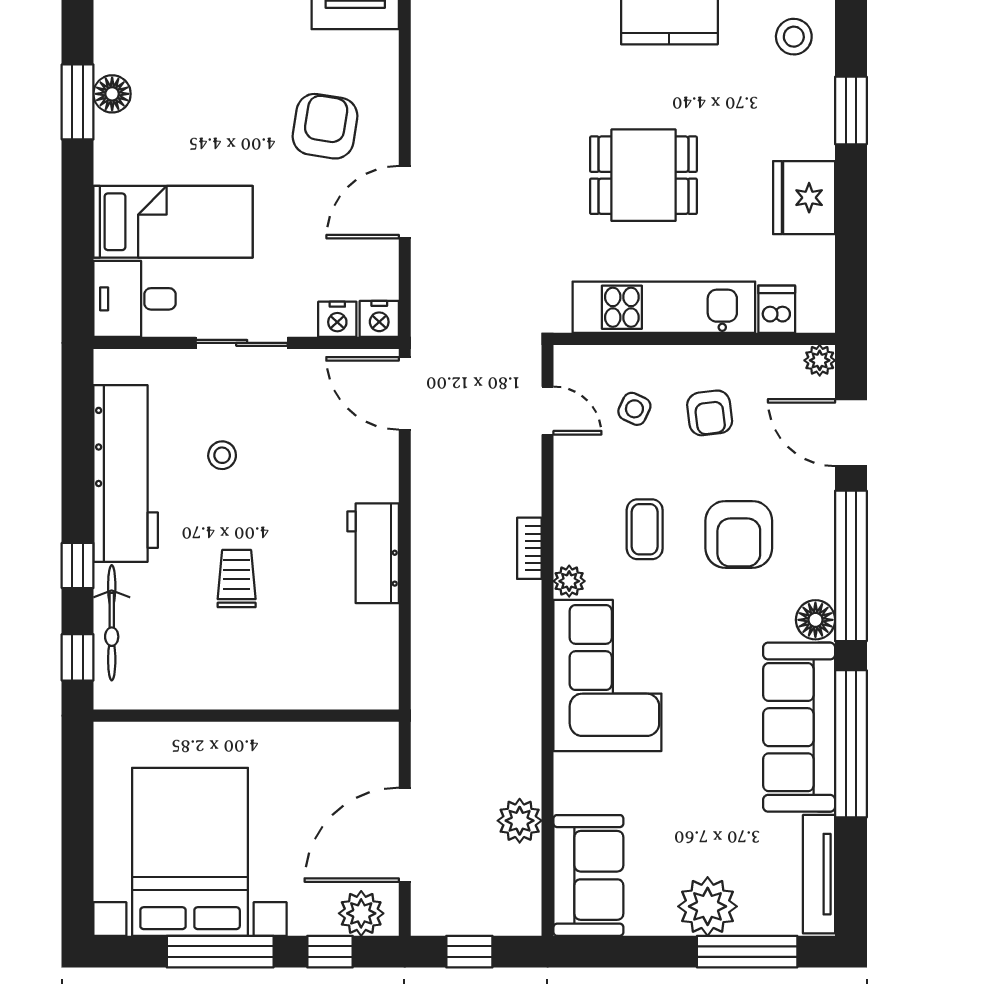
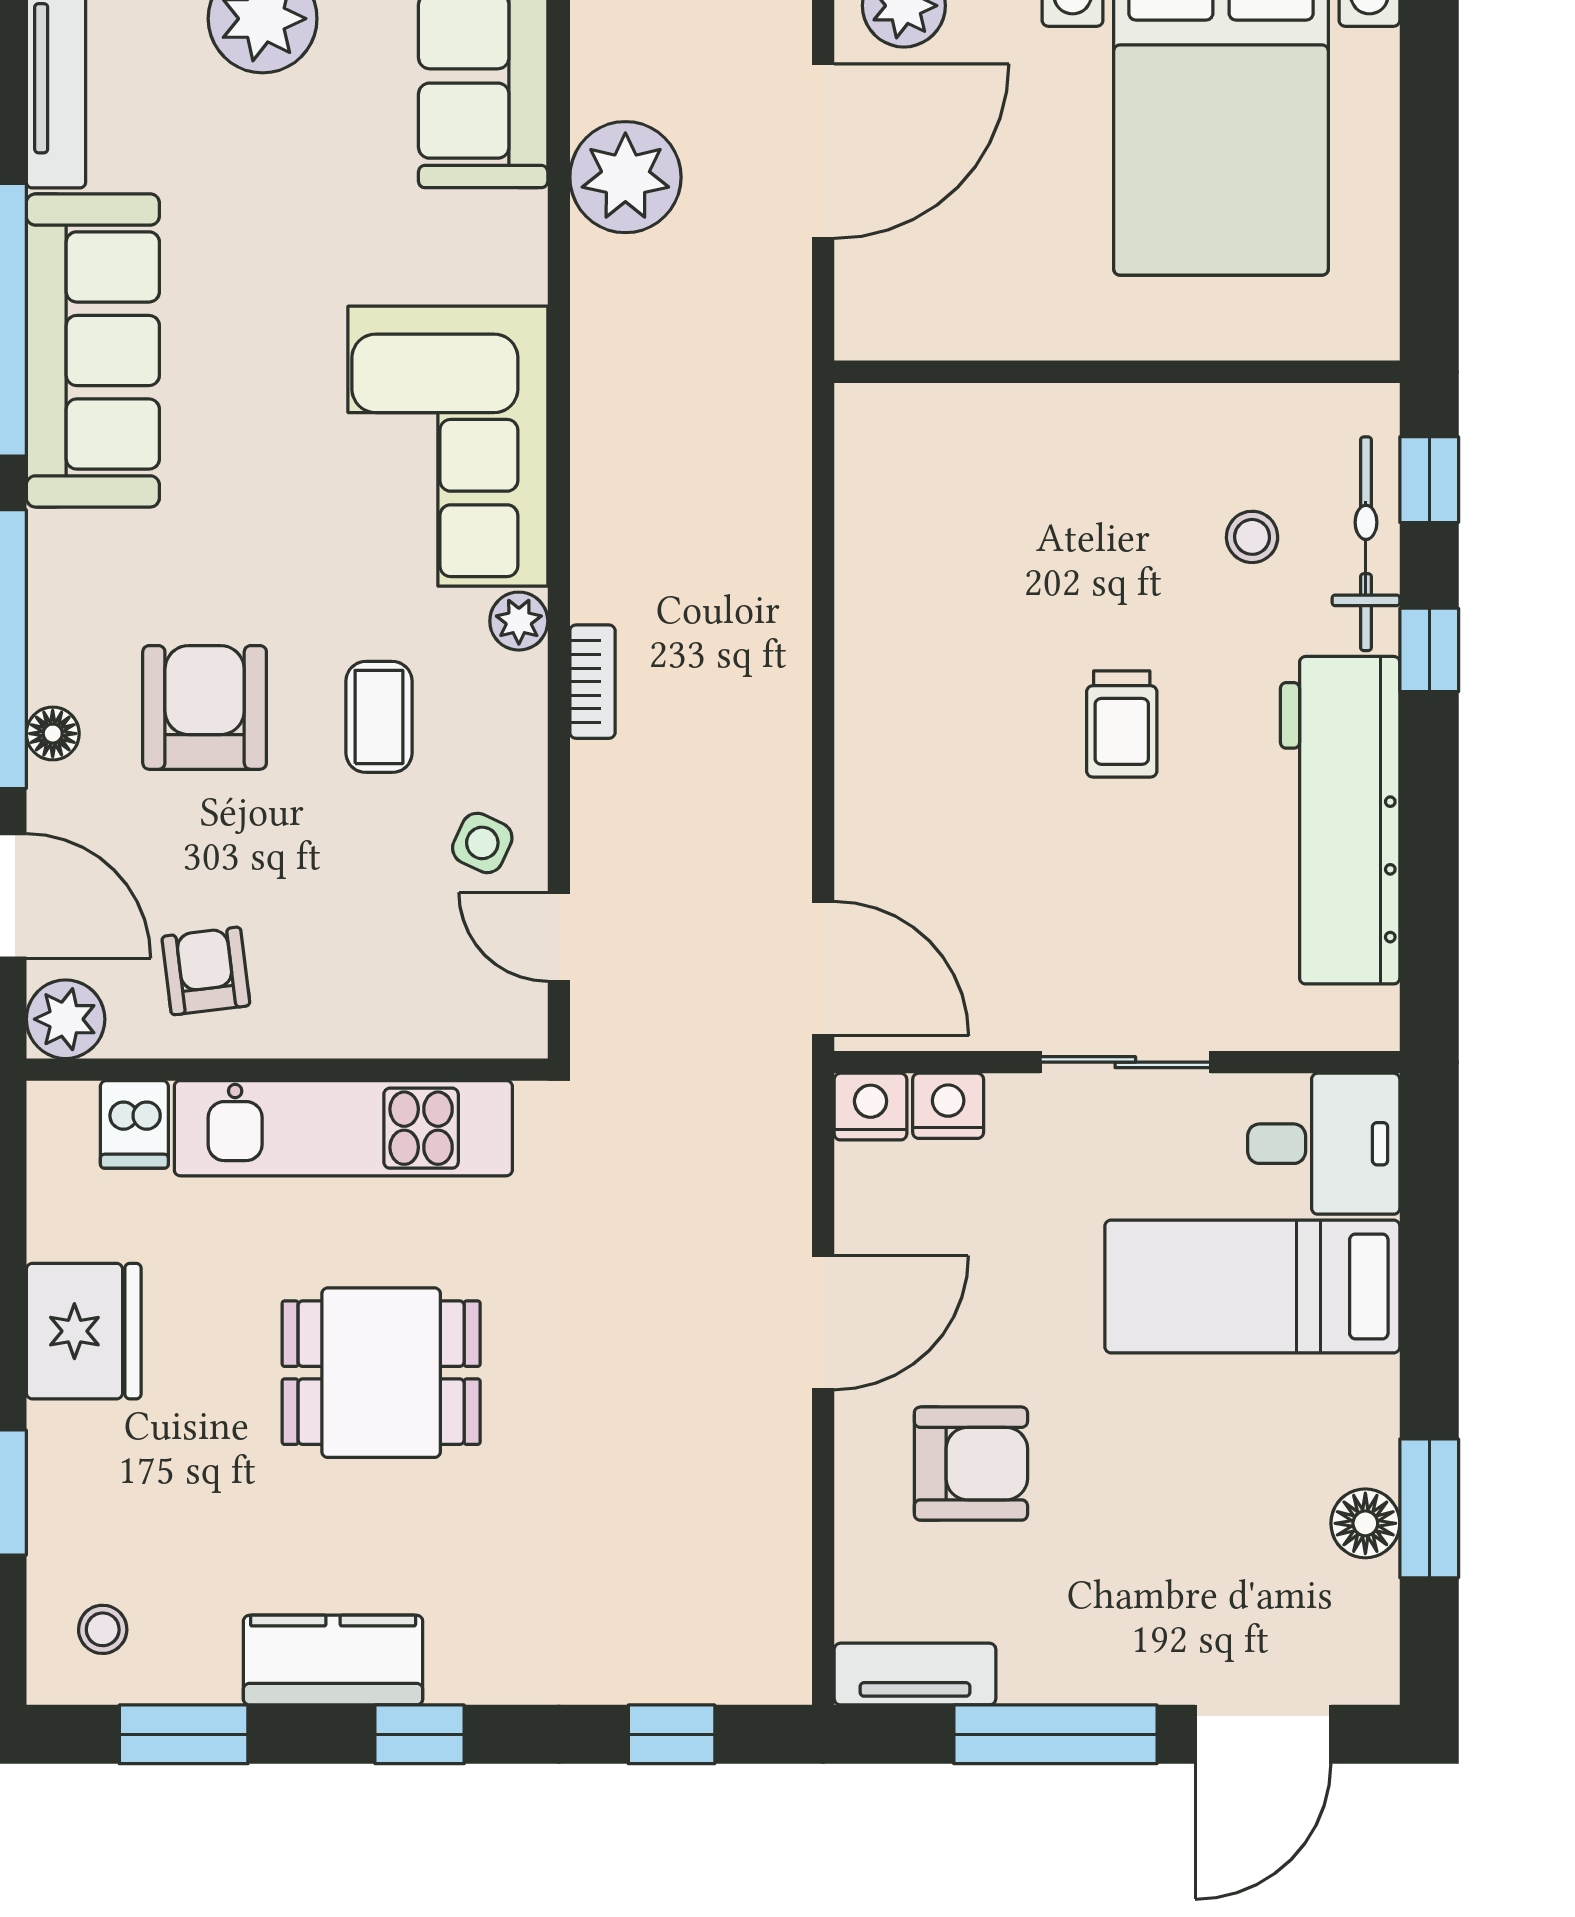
stool: (794, 37) -> (103, 1629), width x0.73, depth x0.73
armchair: (325, 126) -> (971, 1464), turned -99
plant: (820, 360) -> (66, 1019), width x1.38, depth x1.38
side table: (634, 409) -> (482, 843), moved
armchair: (710, 413) -> (206, 971), moved
stool: (222, 455) -> (1252, 537), moved
workbench: (373, 553) -> (882, 673), removed
trolley: (237, 579) -> (1122, 724), moved
floor lamp: (815, 620) -> (53, 734), moved, width x0.73, depth x0.73
plant: (520, 821) -> (625, 177), width x1.36, depth x1.36

